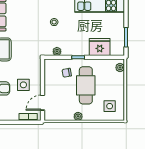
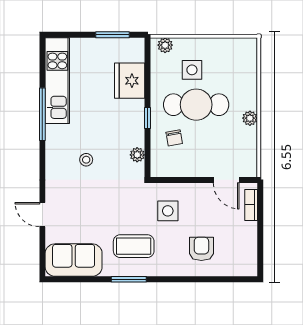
side table: (23, 85) -> (168, 211), moved
side table: (110, 106) -> (192, 70), moved

